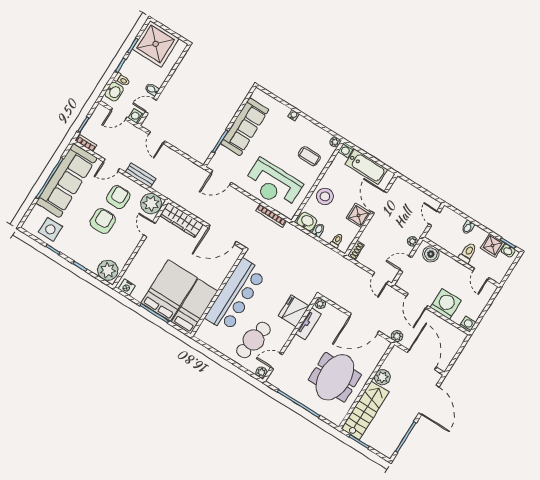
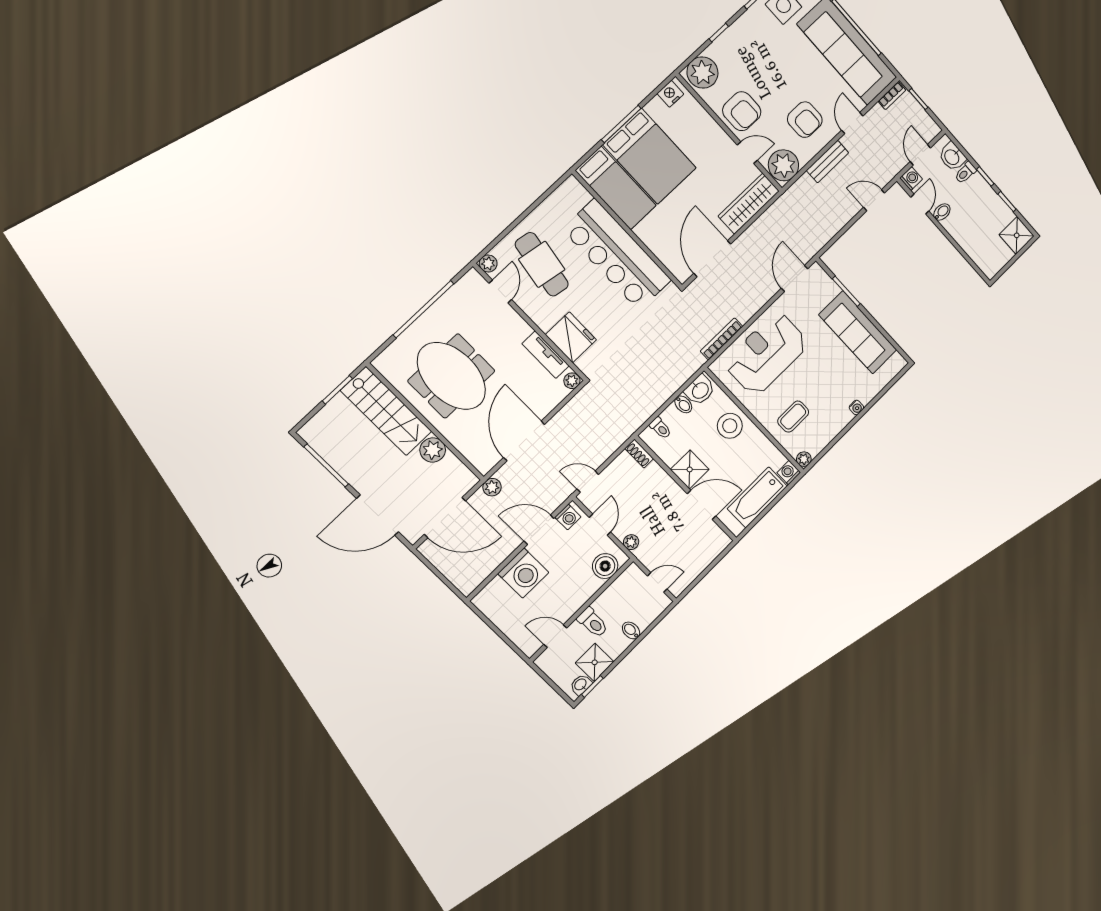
shower: (156, 44) -> (1017, 235), width x0.54, depth x0.54
armchair: (103, 221) -> (742, 111), moved
washing machine: (468, 324) -> (568, 517), moved

